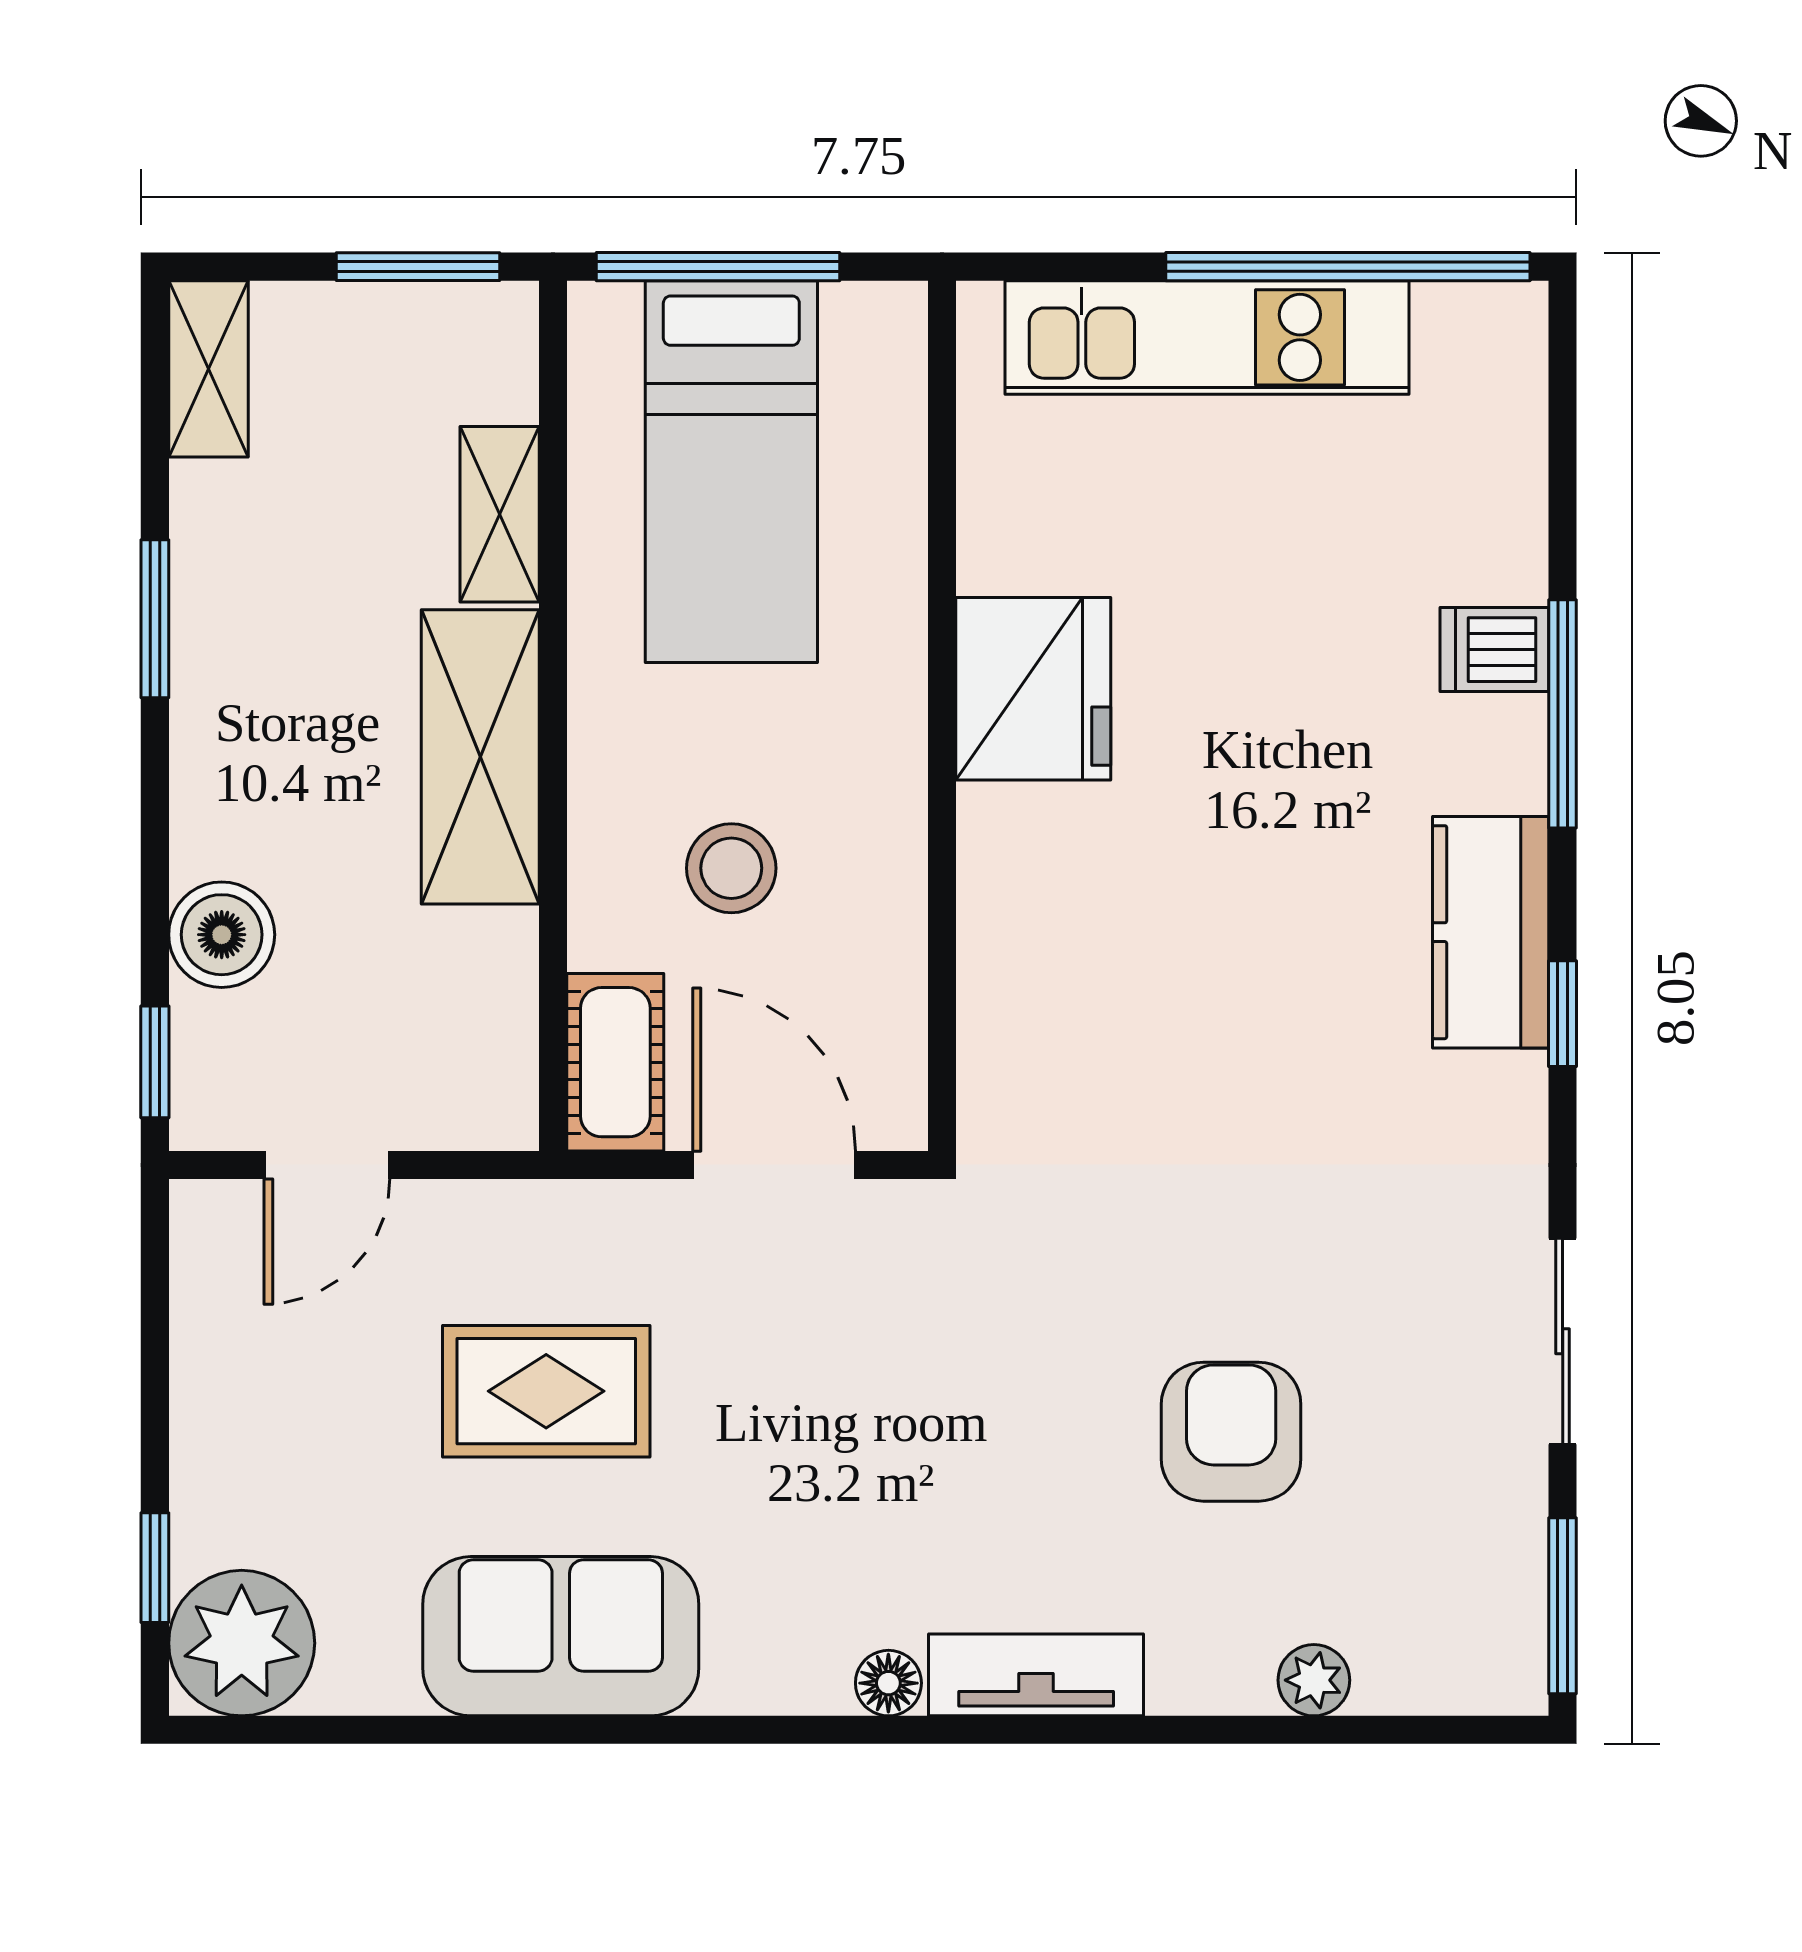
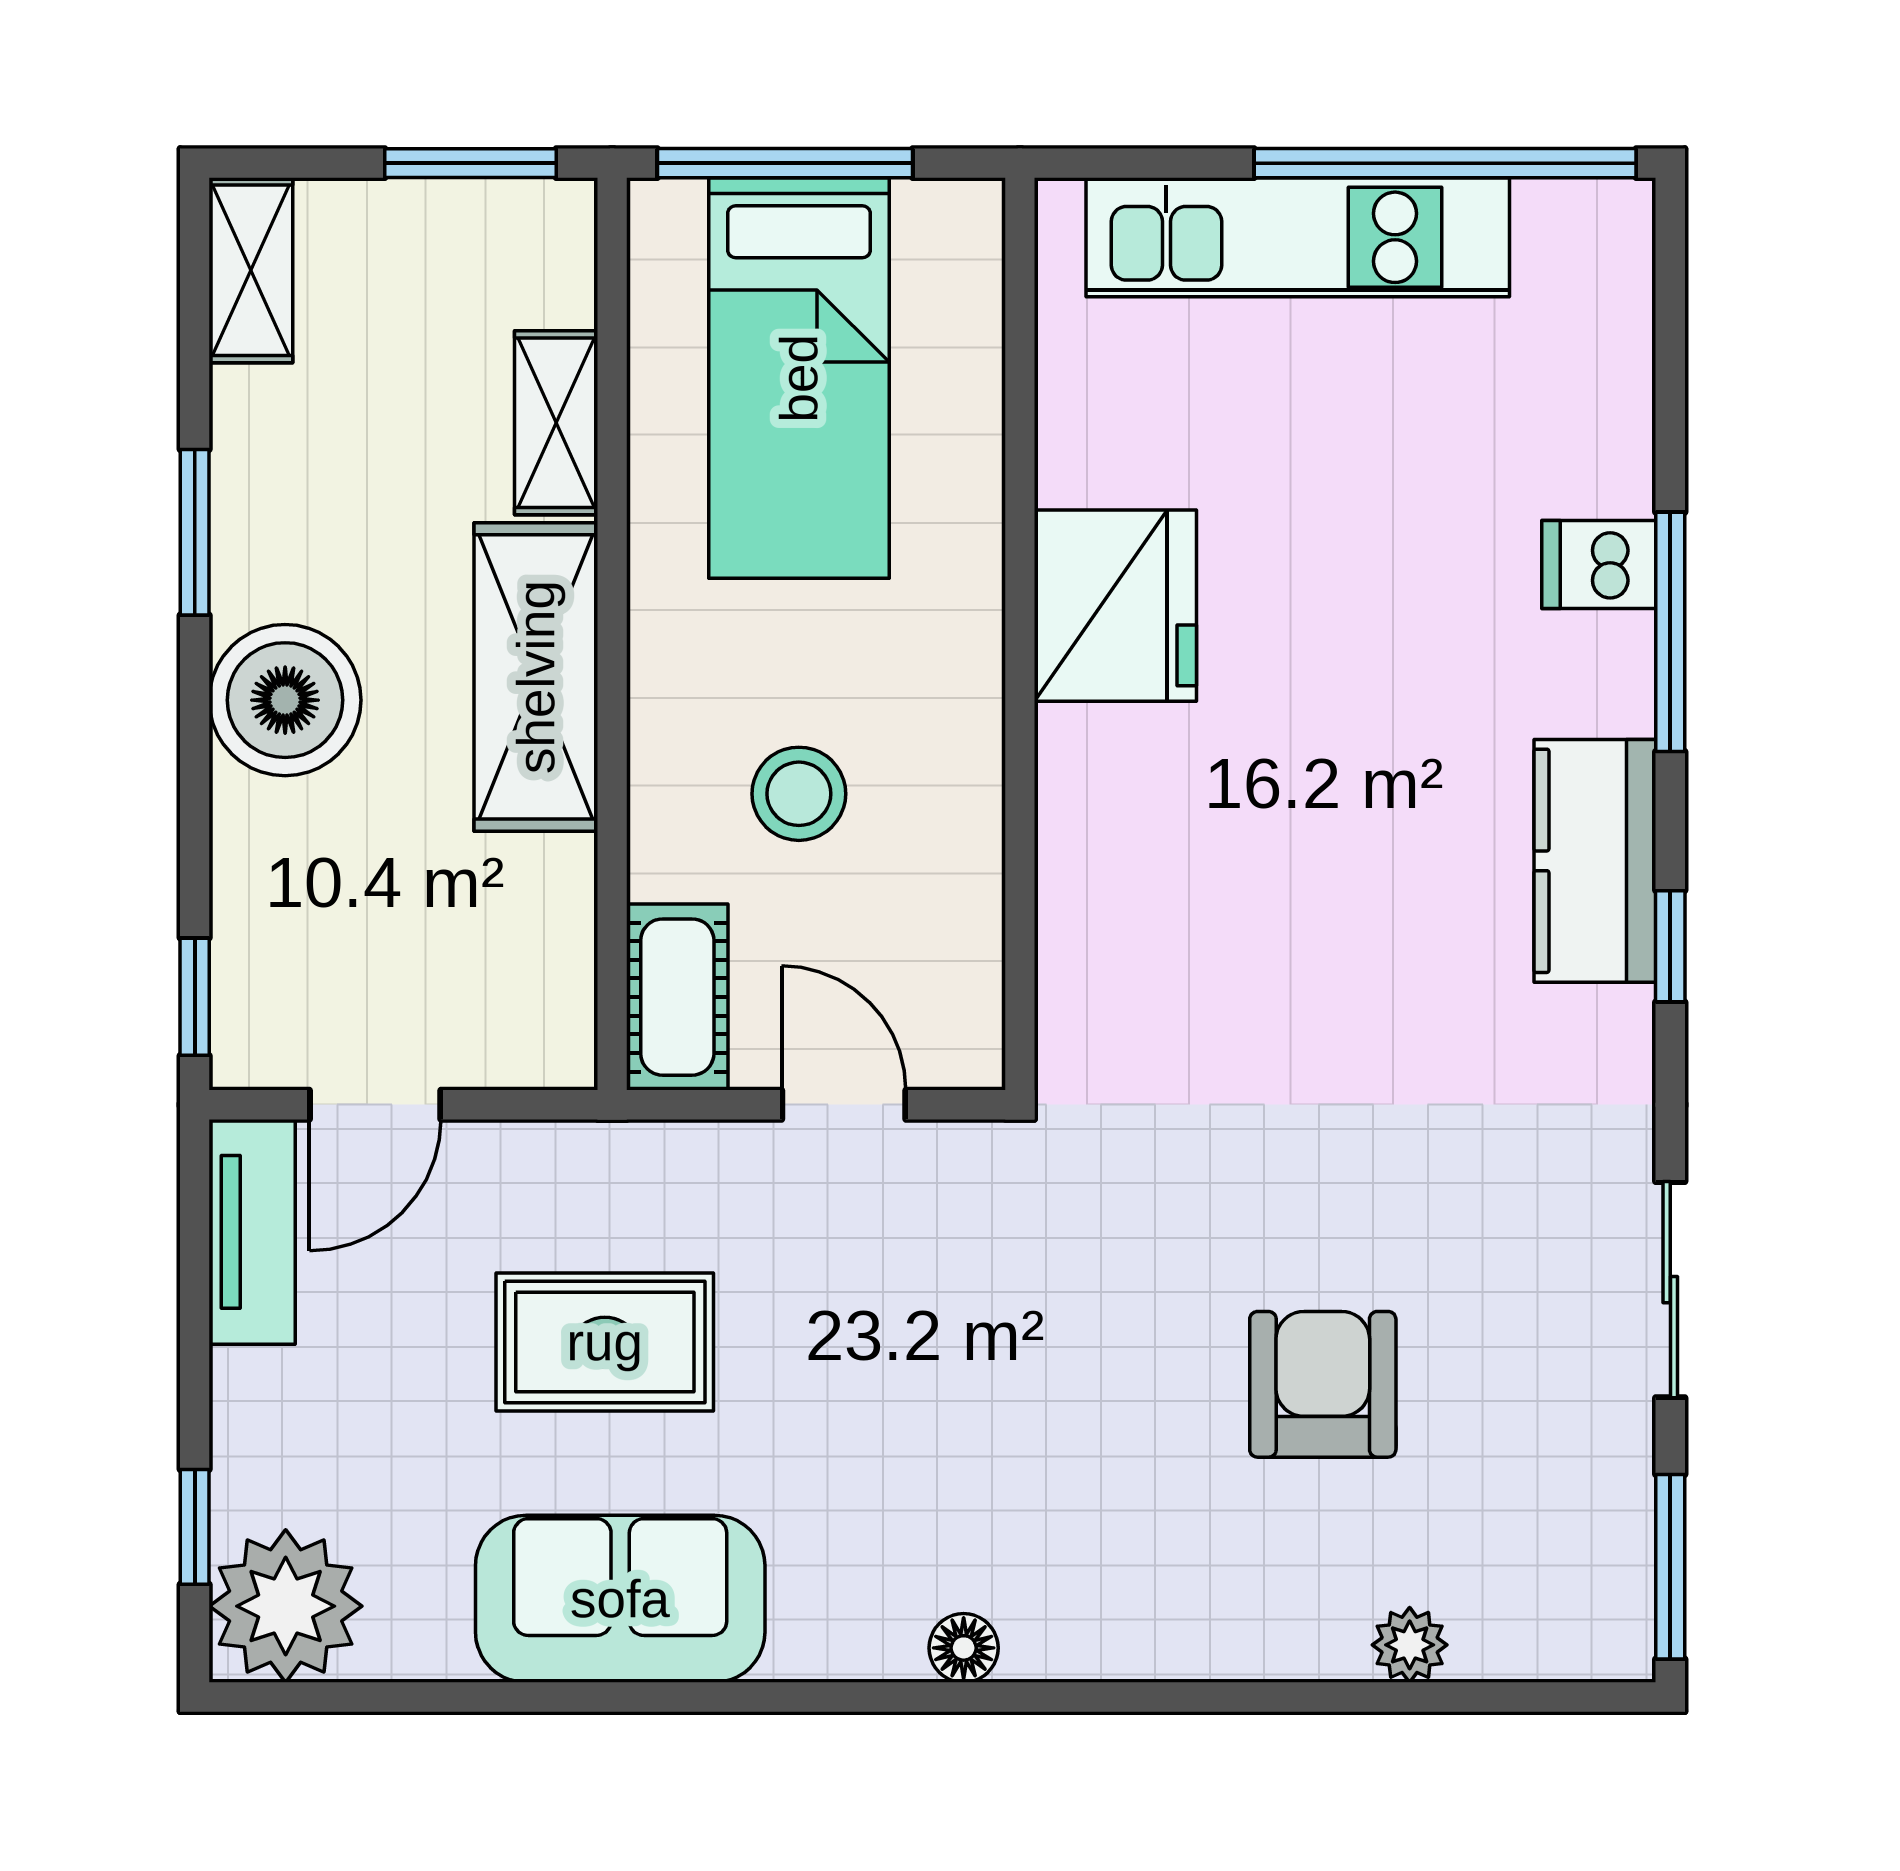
boiler: (222, 935) -> (285, 700), moved, width x1.37, depth x1.37
door: (774, 1165) -> (844, 1105), width x0.73
tv unit: (1036, 1675) -> (252, 1232), moved, turned 90

